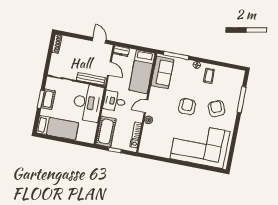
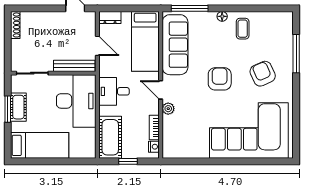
sofa: (163, 72) -> (175, 45), width x1.36
door: (146, 106) -> (161, 90), hinge flipped

